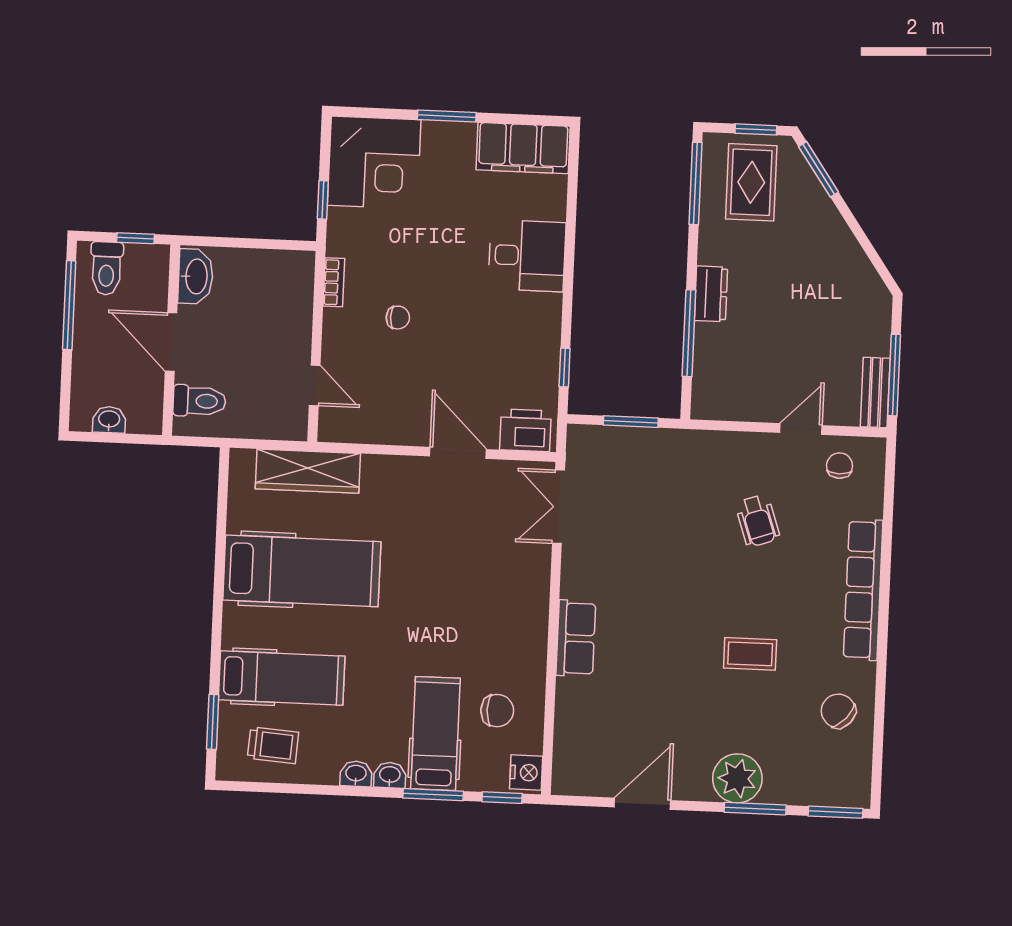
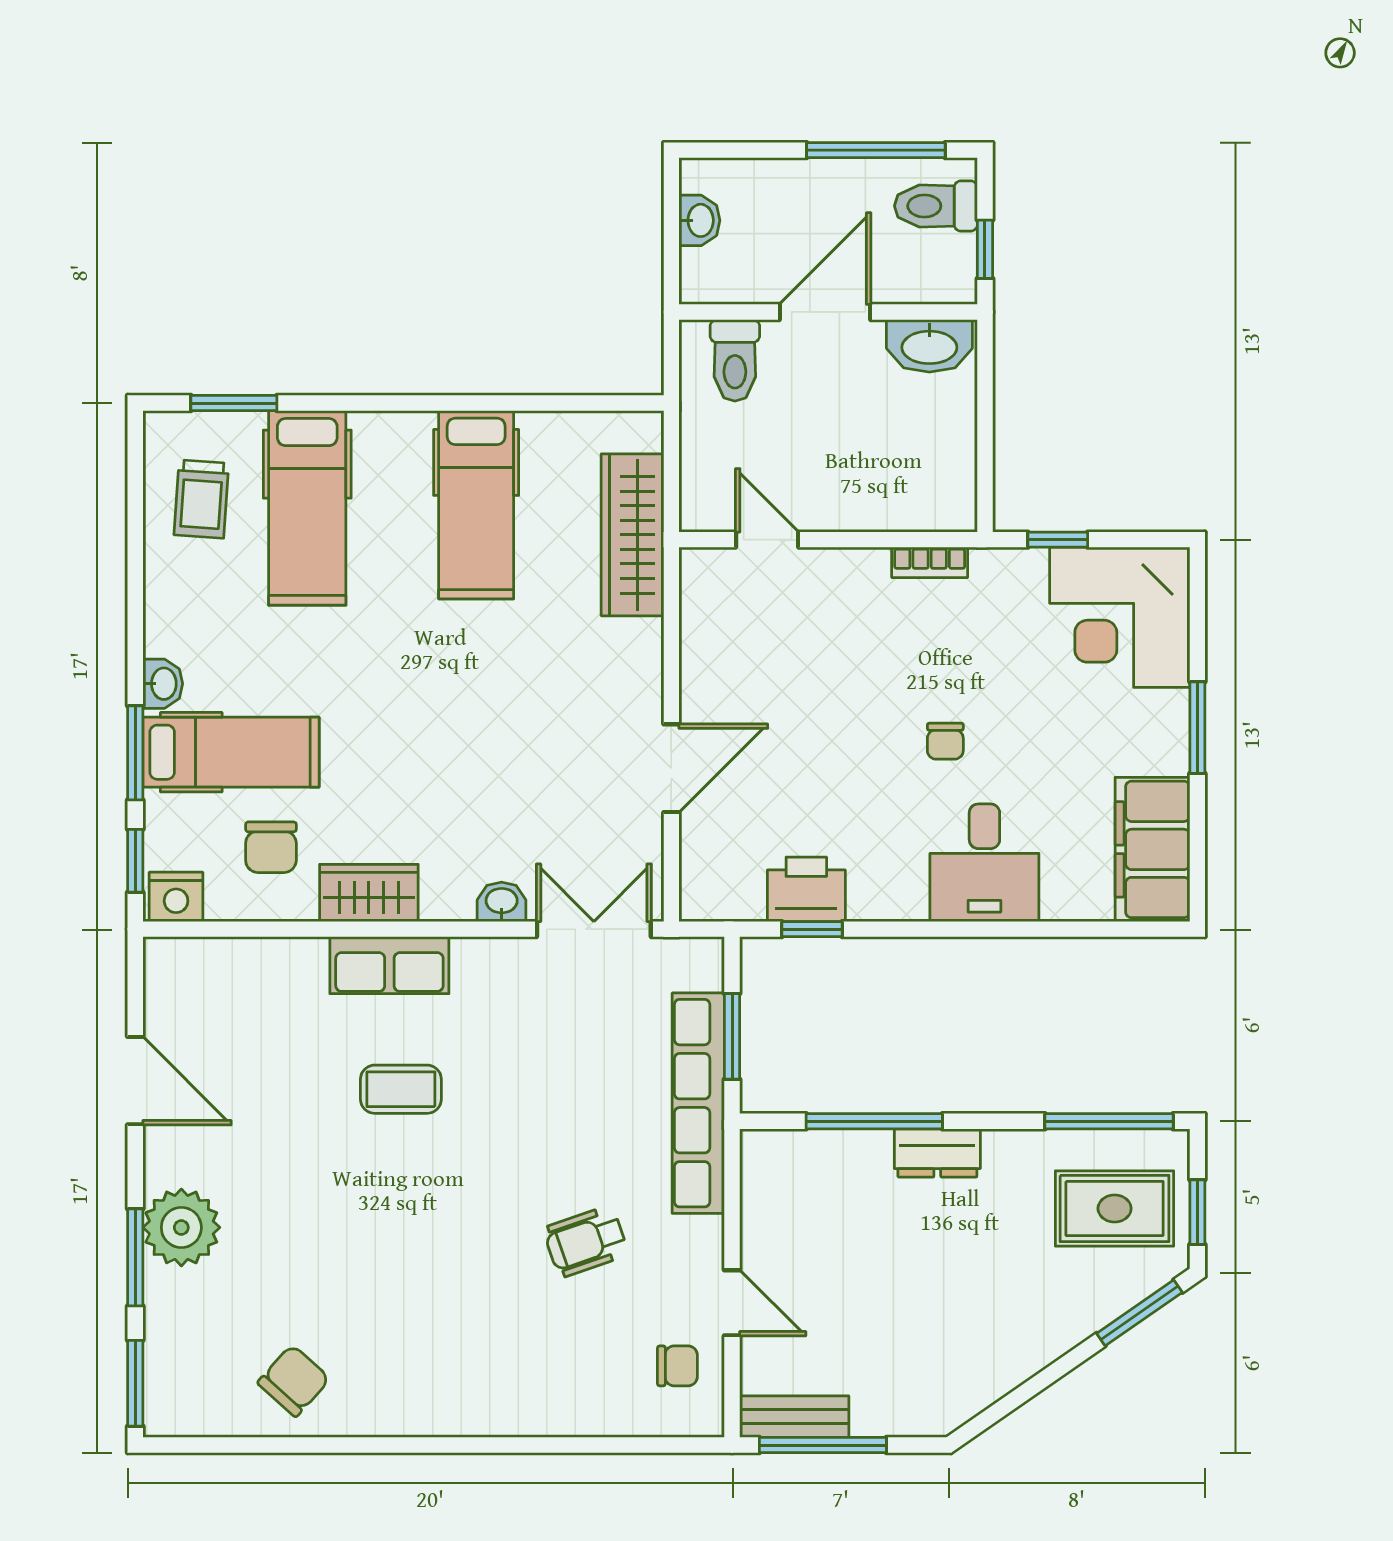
chair: (398, 318) -> (945, 741), moved
door: (315, 385) -> (767, 540), swing flipped
printer: (526, 430) -> (806, 889), moved, turned -90
hospital bed: (302, 571) -> (476, 505), width x0.73, depth x0.78
row of seats: (863, 590) -> (698, 1103), moved, turned -90
wardrobe: (529, 649) -> (369, 893), added
coffee table: (750, 654) -> (401, 1089), moved, turned 90
washbasin: (356, 774) -> (502, 902), moved, turned -90

